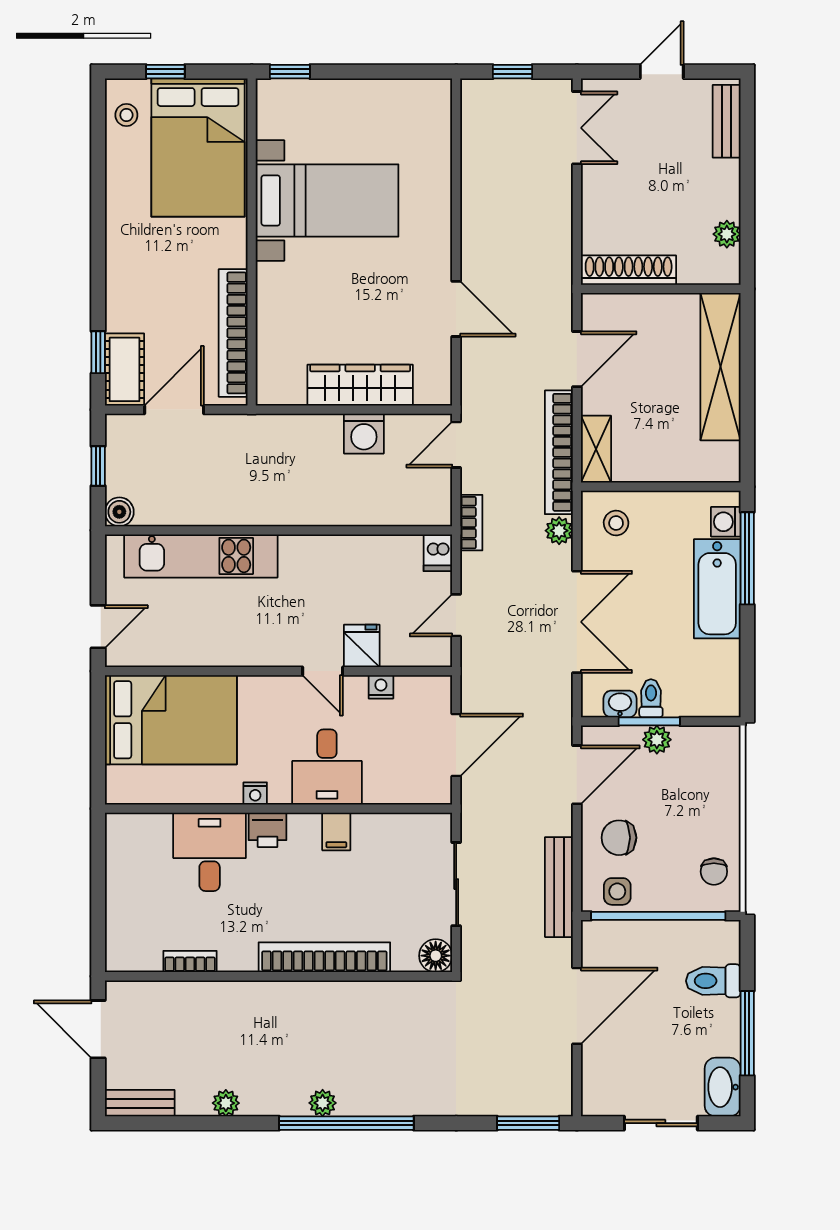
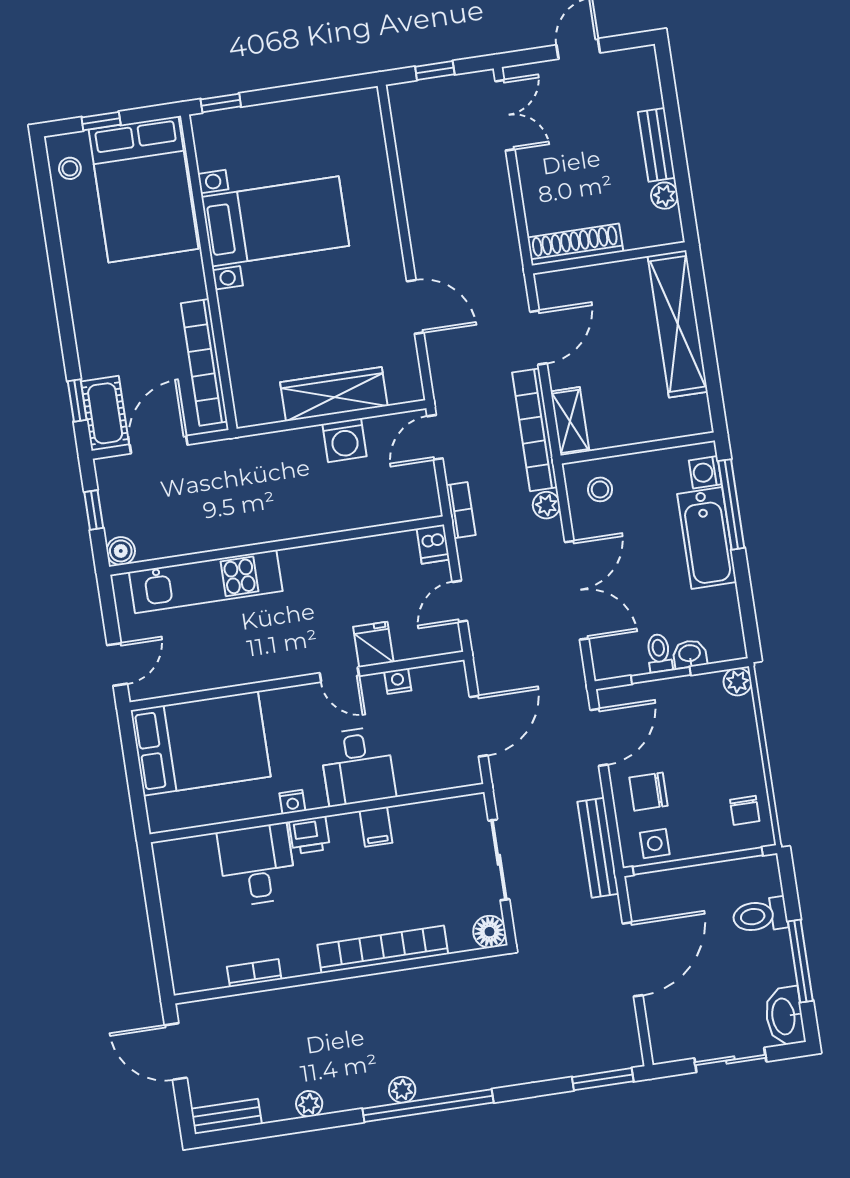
bench: (727, 121) -> (657, 145), moved
washbasin: (620, 704) -> (690, 654), moved
plant: (657, 740) -> (738, 682), moved

